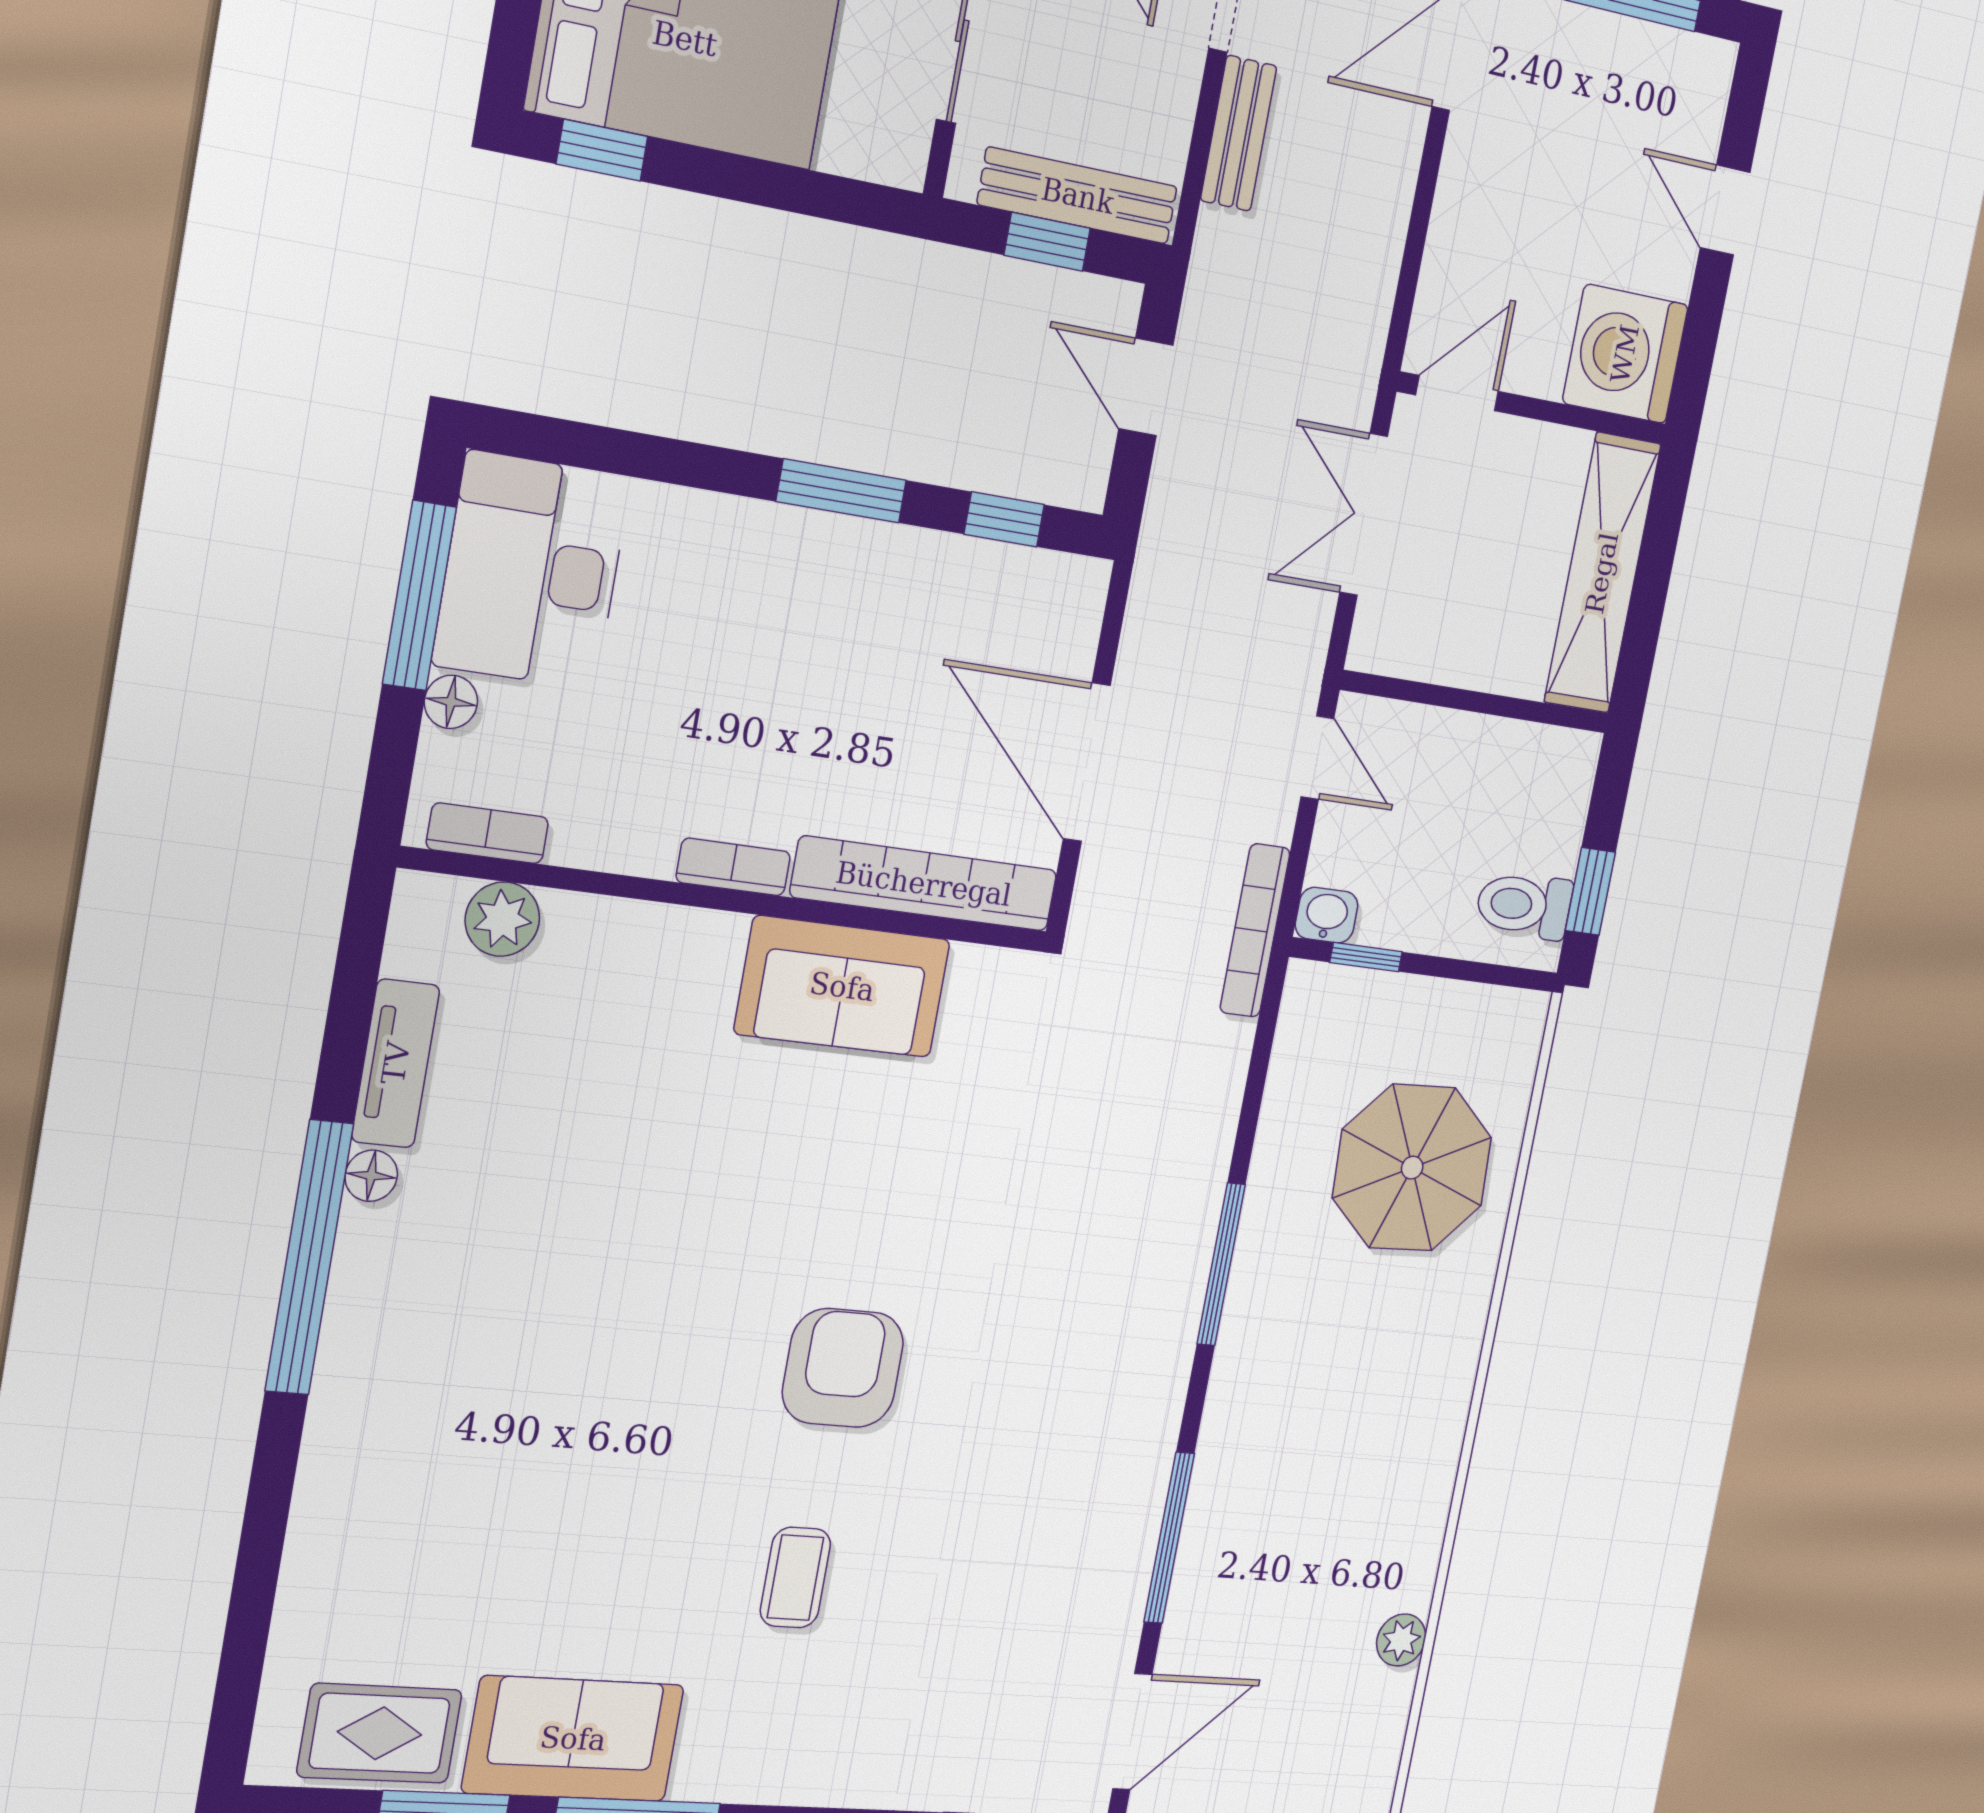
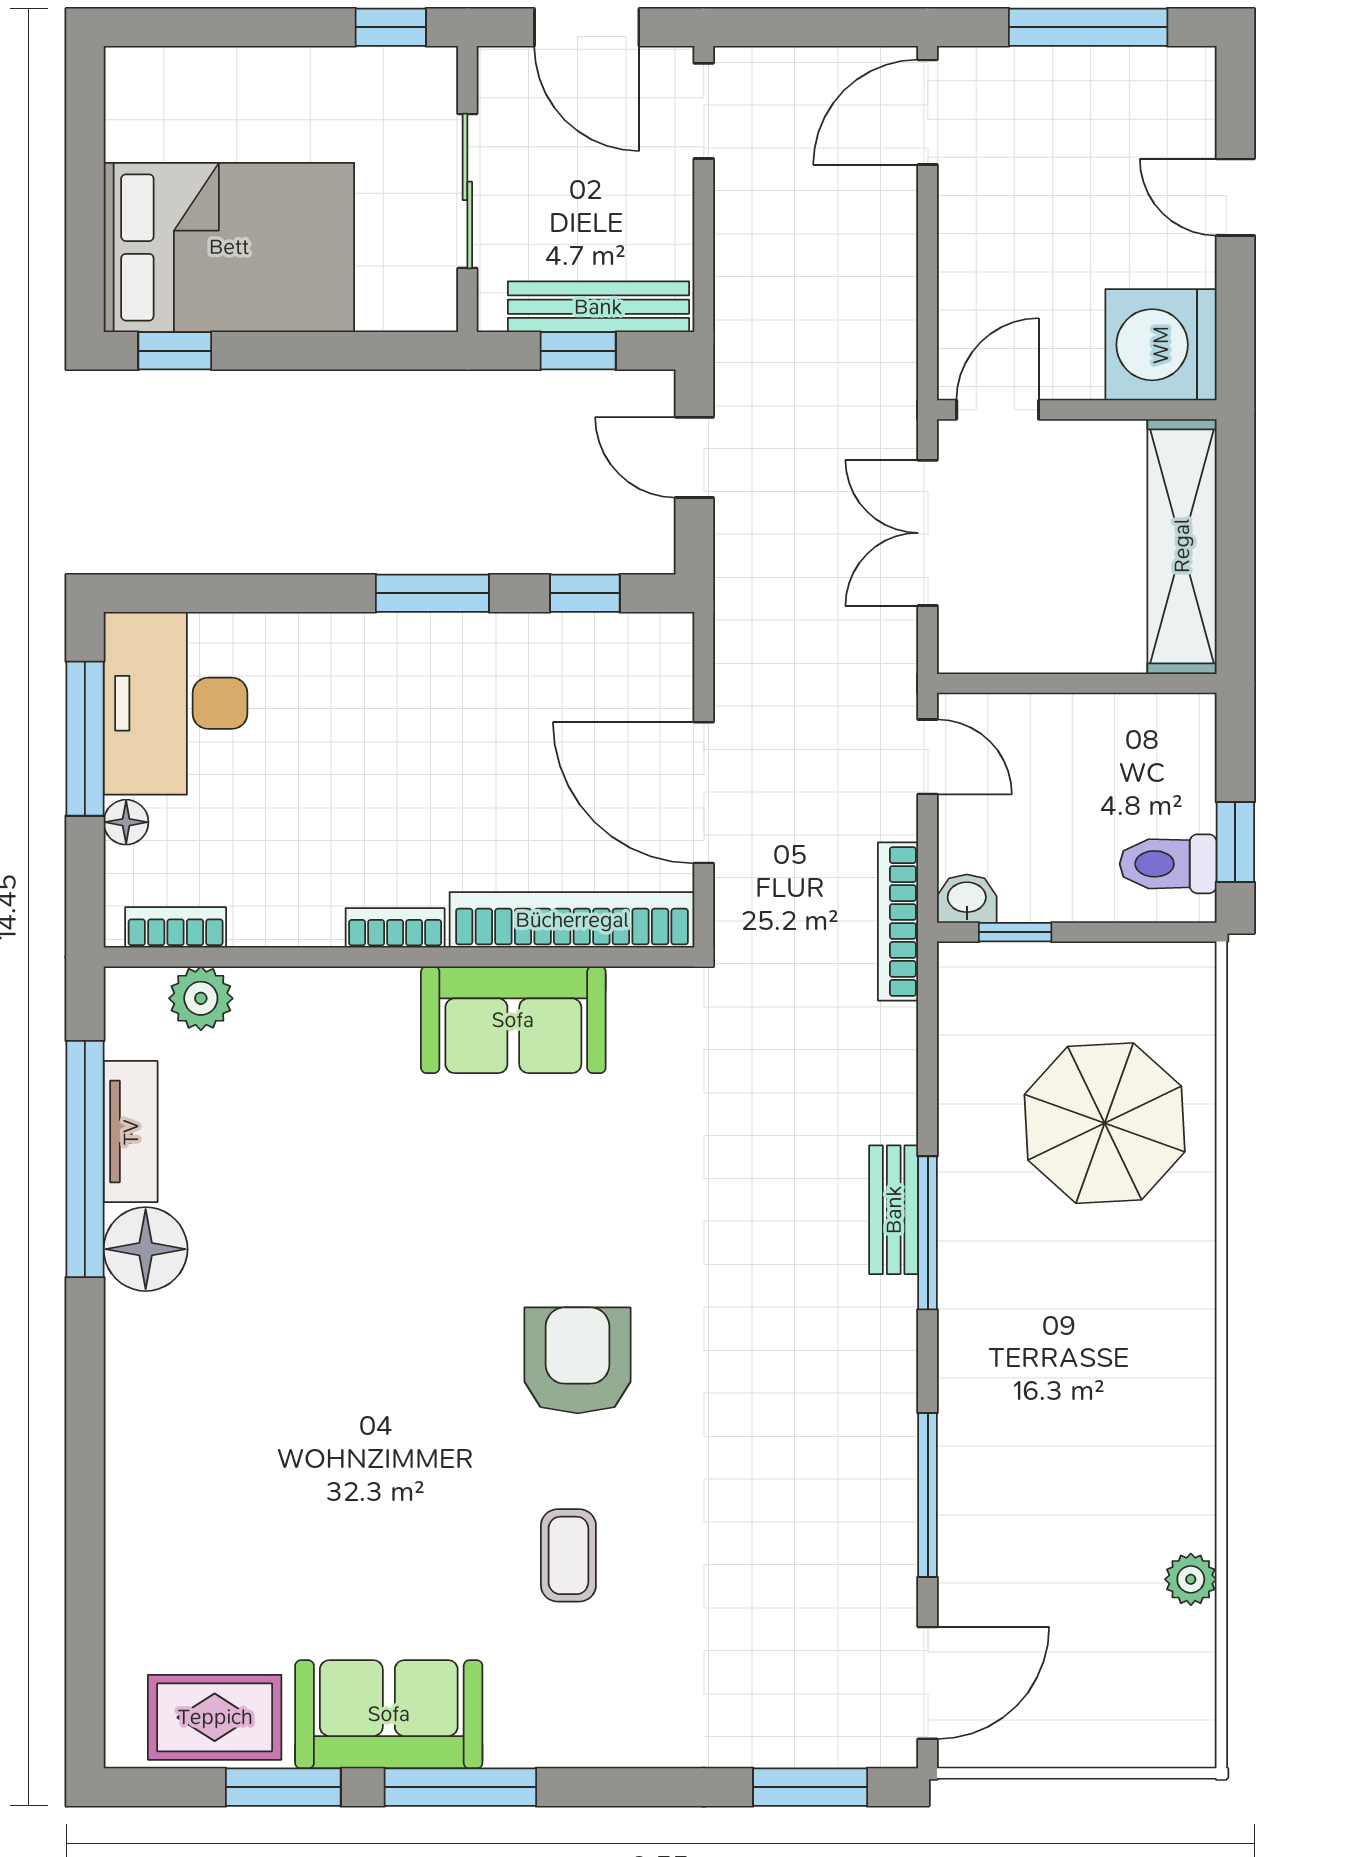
bench: (1239, 133) -> (894, 1210), moved
floor lamp: (371, 1176) -> (146, 1249), width x1.89, depth x1.89
window: (309, 1258) -> (85, 1159), moved

